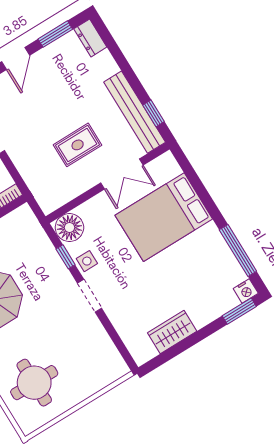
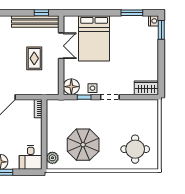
window: (238, 251) -> (132, 13), width x0.69
wardrobe: (172, 332) -> (146, 88), moved, turned 90

